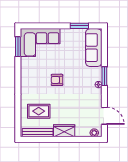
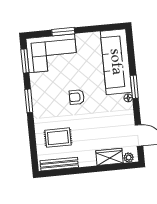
window: (79, 26) -> (63, 32), moved
sofa: (94, 48) -> (116, 62), width x1.36, depth x1.27
window: (18, 79) -> (29, 101), added
wardrobe: (64, 131) -> (109, 157), moved

